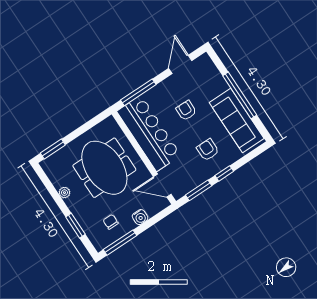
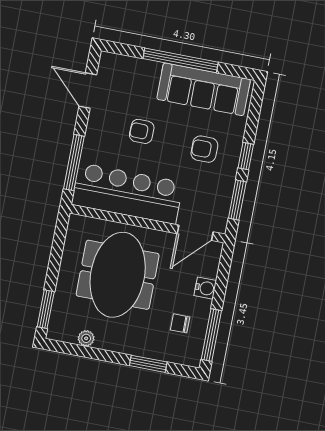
meeting table: (104, 168) -> (118, 275), turned 90
plant: (64, 193) -> (86, 338), moved

